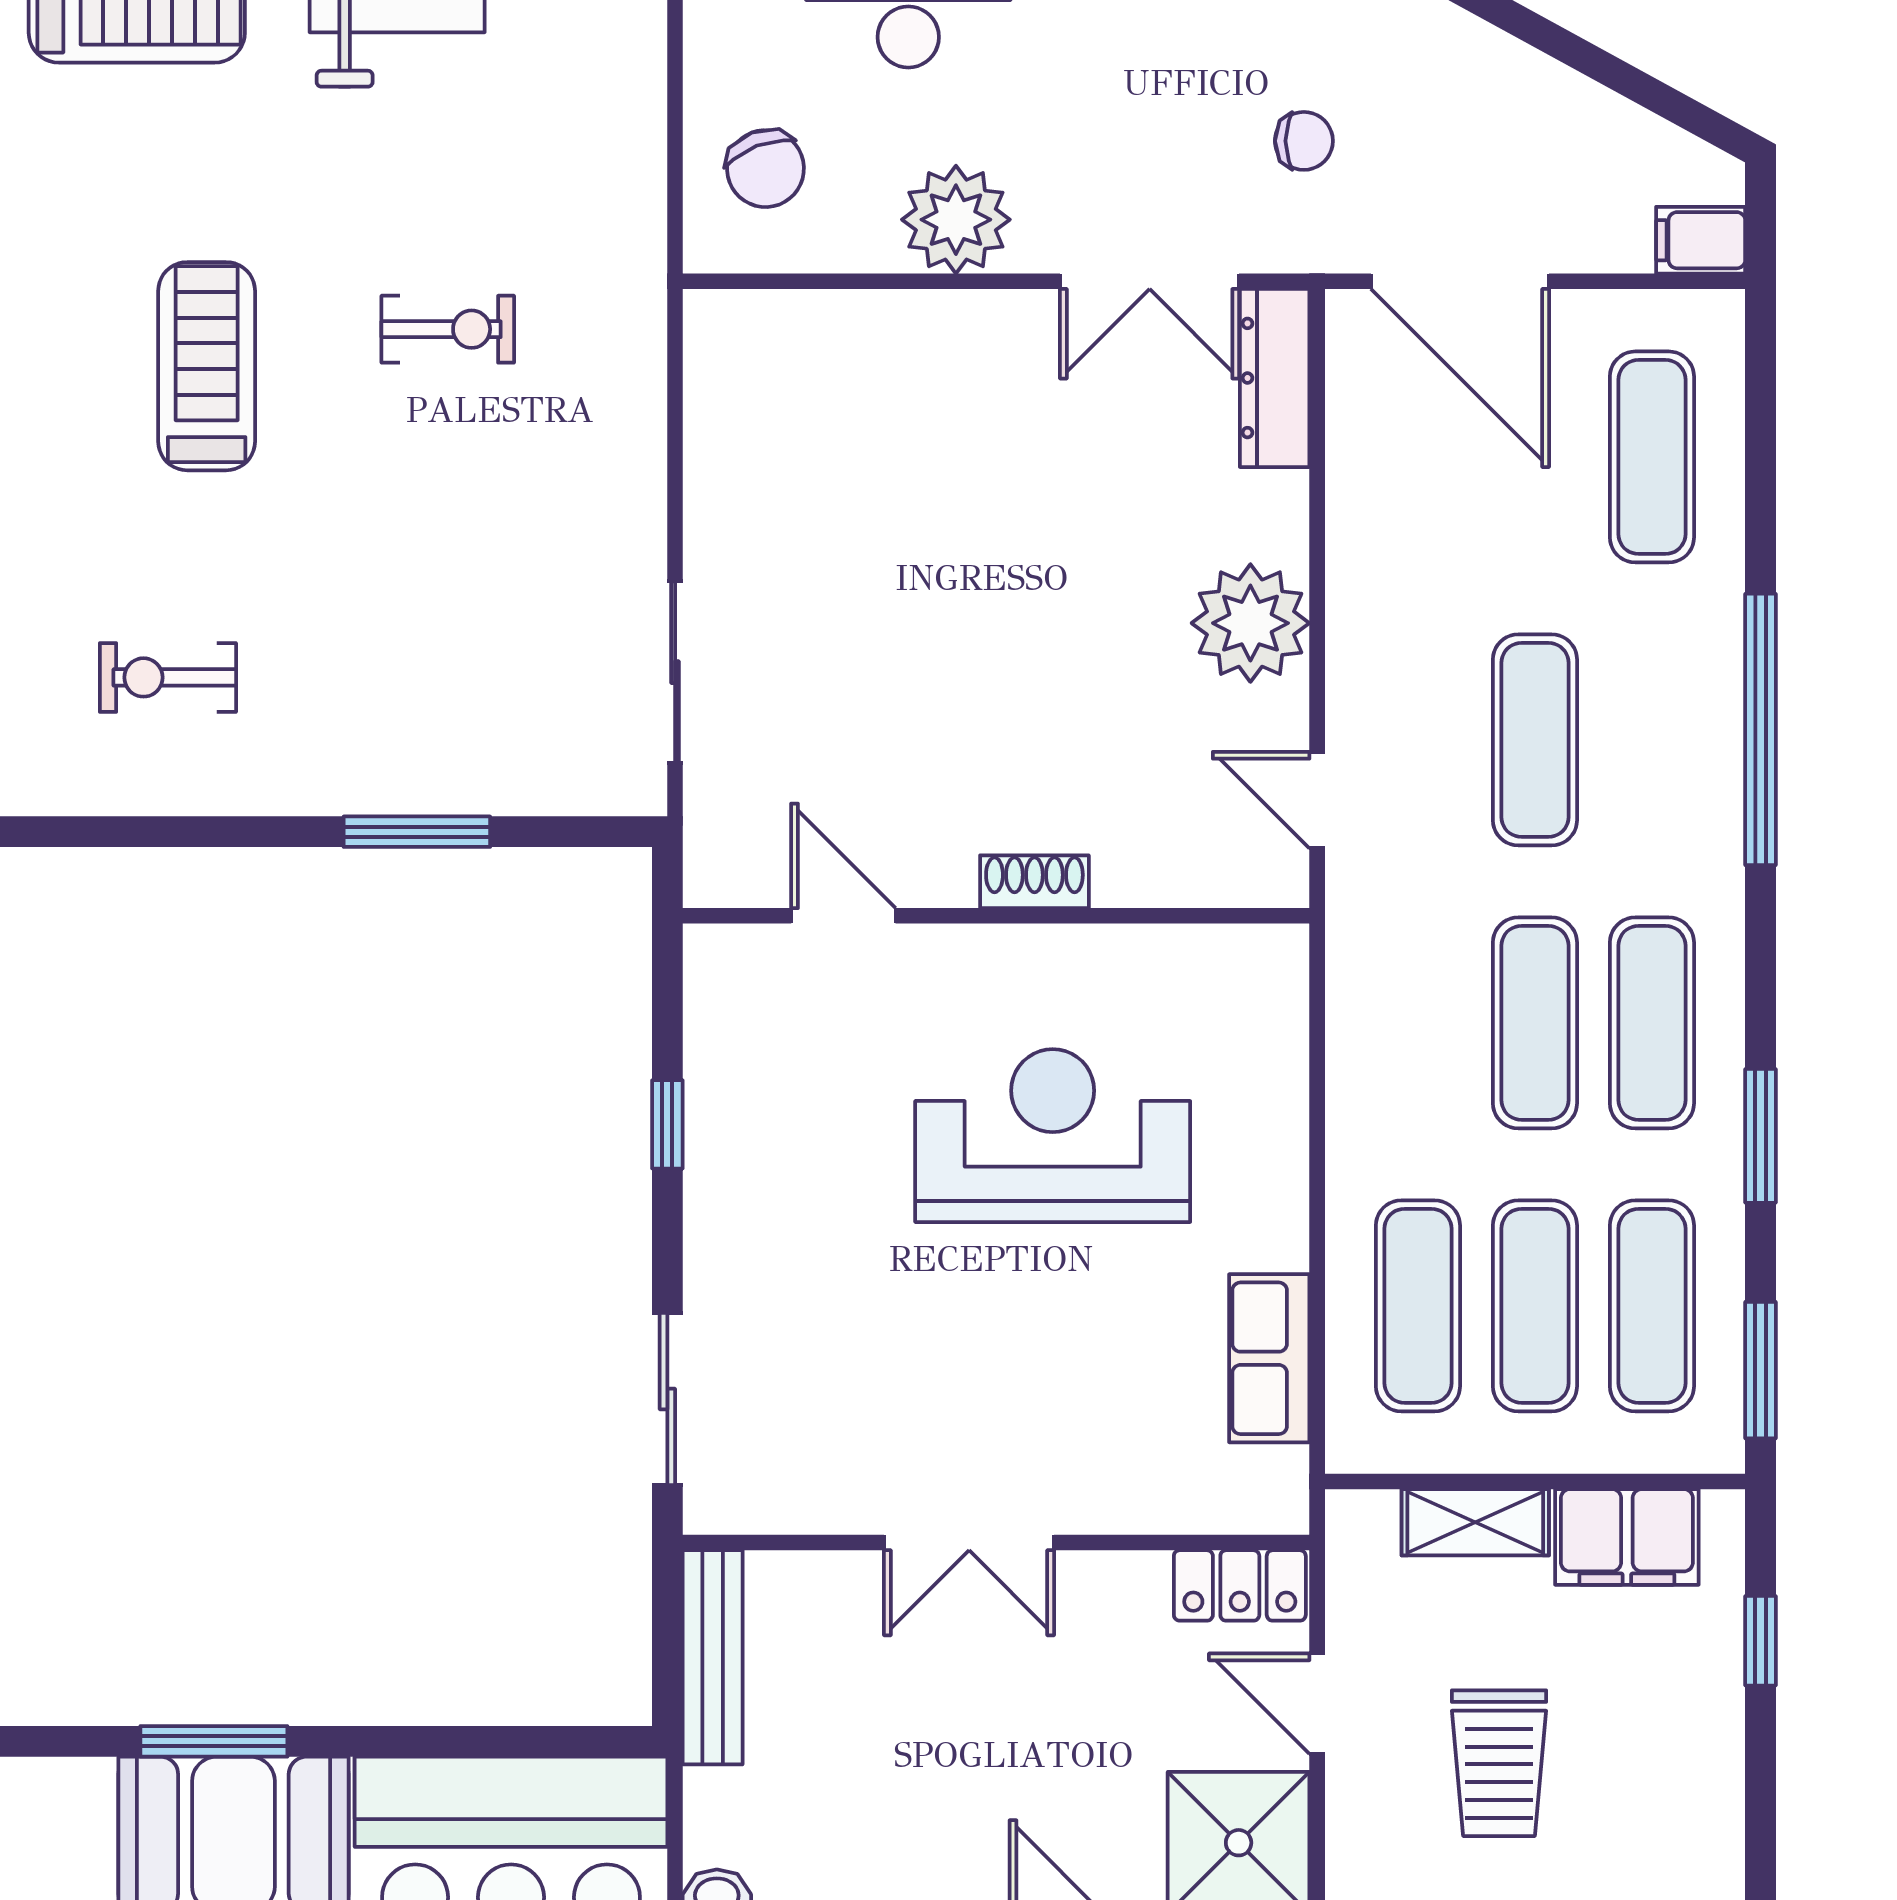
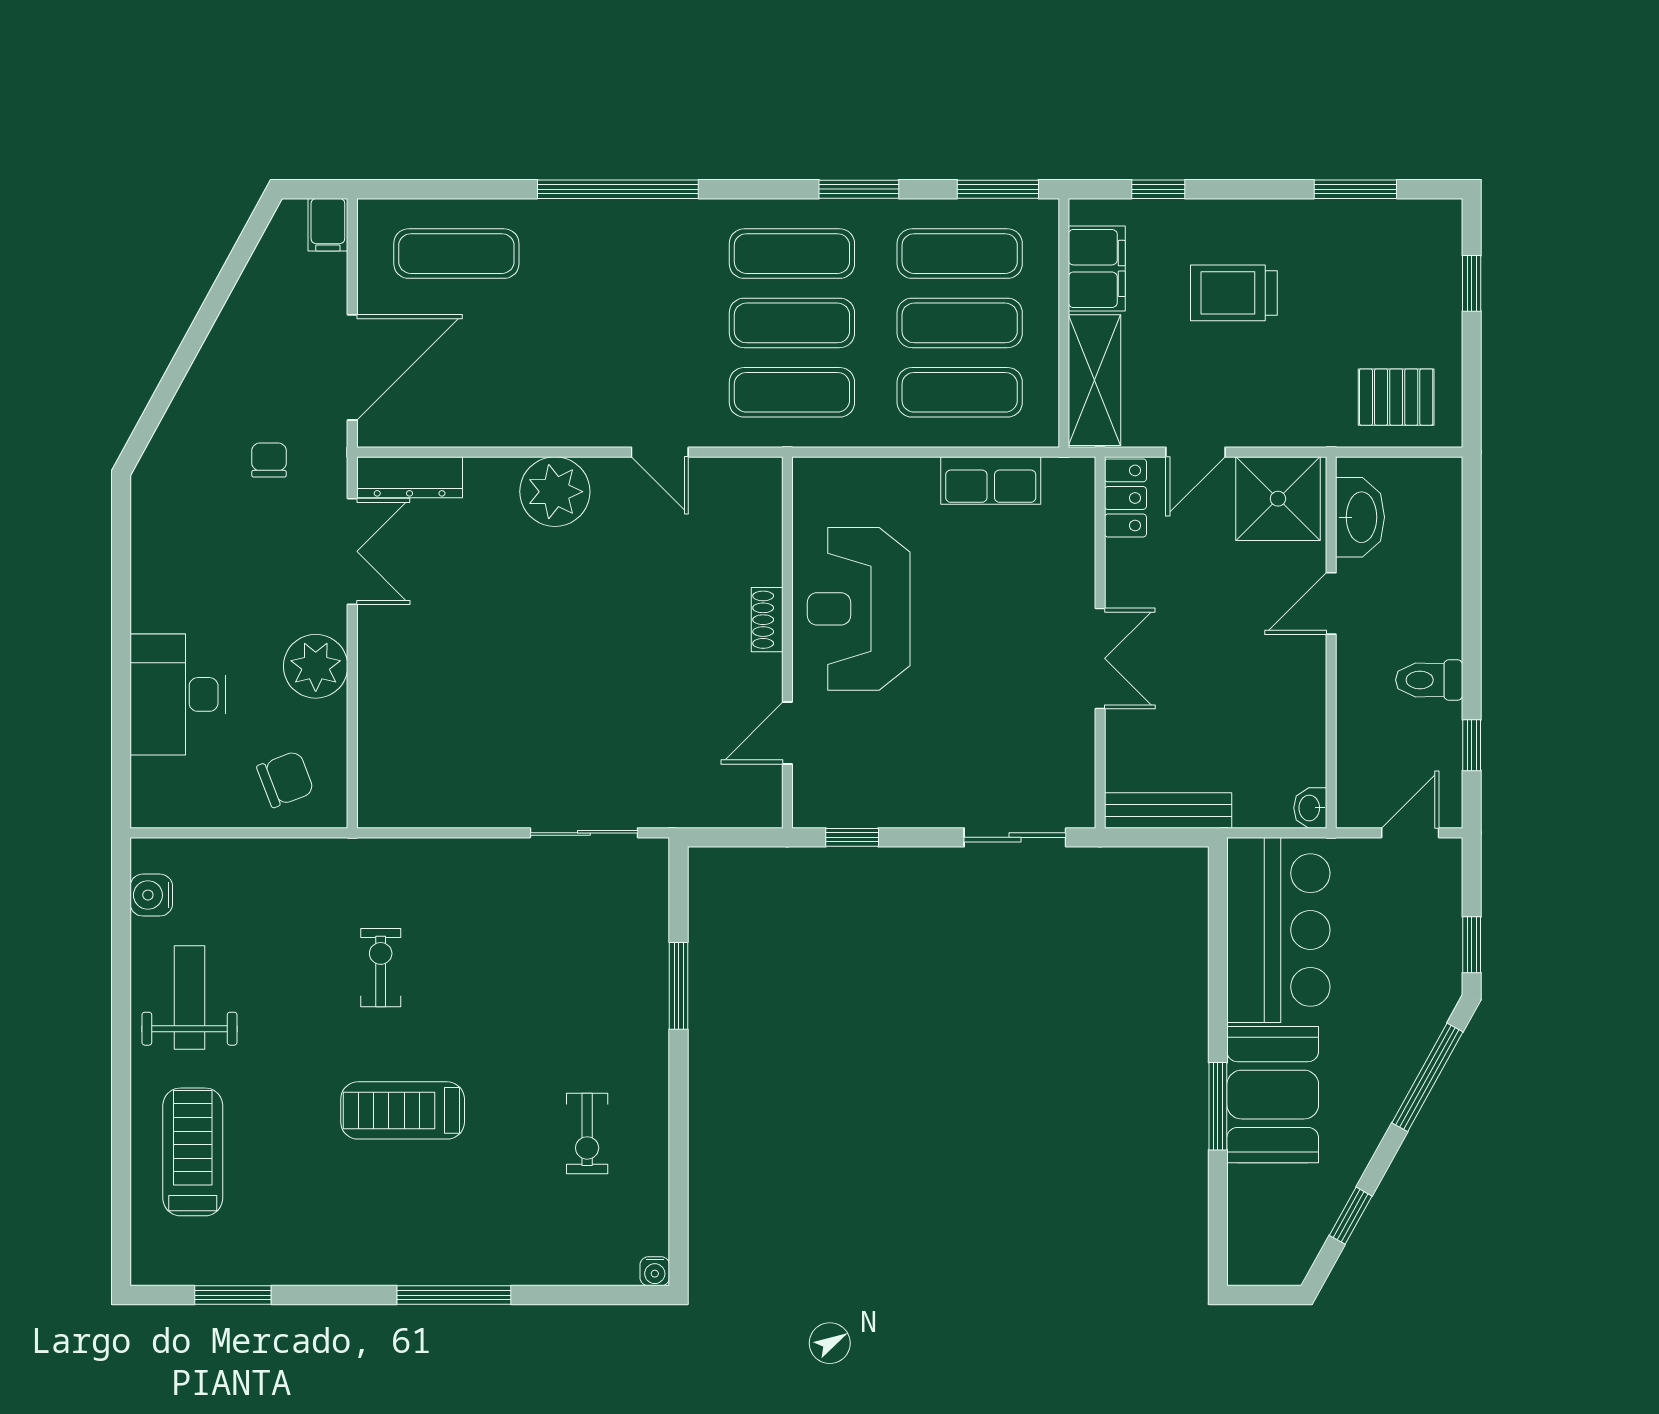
exercise mat: (1535, 740) -> (792, 392), moved
door: (1317, 800) -> (660, 452), hinge flipped
shoe rack: (1034, 882) -> (767, 620), moved
door: (843, 916) -> (787, 733), moved
wall: (996, 916) -> (787, 642), moved
shelving: (1475, 1522) -> (1095, 380), width x1.50, depth x1.33
trolley: (1499, 1763) -> (1234, 293), moved, turned 180

